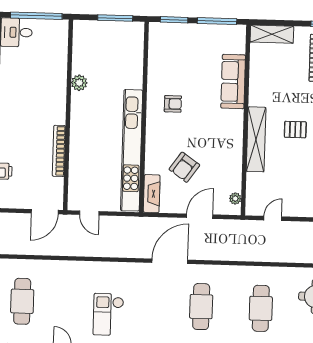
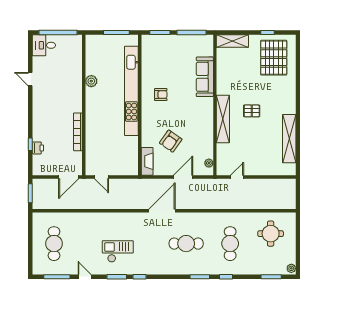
kitchen unit: (132, 150) -> (131, 91), moved
cafe table: (201, 307) -> (186, 244), turned 90
checkout: (108, 314) -> (118, 251), turned 90

